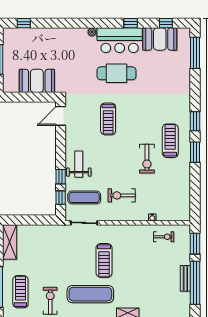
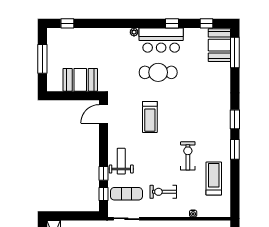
booth: (160, 39) -> (219, 45), moved, turned 90
treadmill: (170, 141) -> (214, 179), moved
exercise bike: (147, 159) -> (188, 156), turned 180

